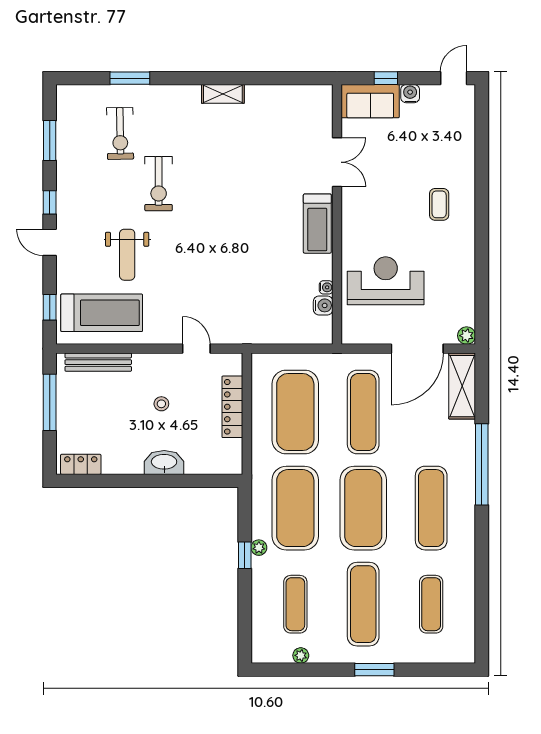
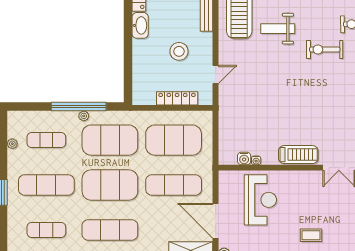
treadmill: (317, 224) -> (298, 155), turned 180
stool: (161, 404) -> (179, 51), width x1.89, depth x1.89
washbasin: (164, 462) -> (140, 25), moved
window: (245, 555) -> (79, 107), width x3.17

